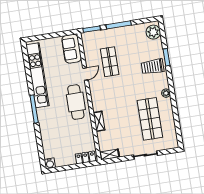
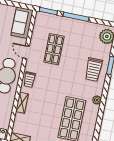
trolley: (153, 67) -> (94, 70), turned -90
door: (85, 74) -> (26, 52), swing flipped
trolley: (98, 98) -> (29, 80), added

